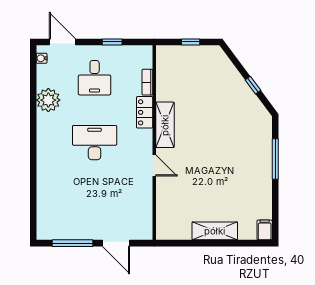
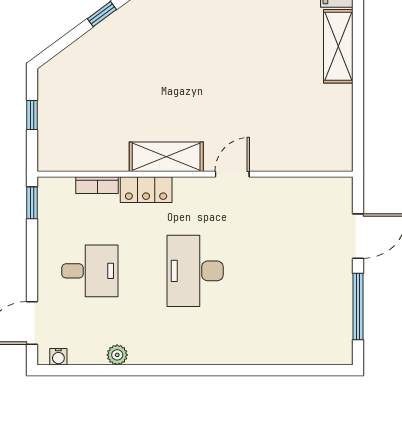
window: (112, 42) -> (32, 203), moved
plant: (48, 100) -> (117, 355), width x0.53, depth x0.53
shelving: (215, 231) -> (338, 46), moved

